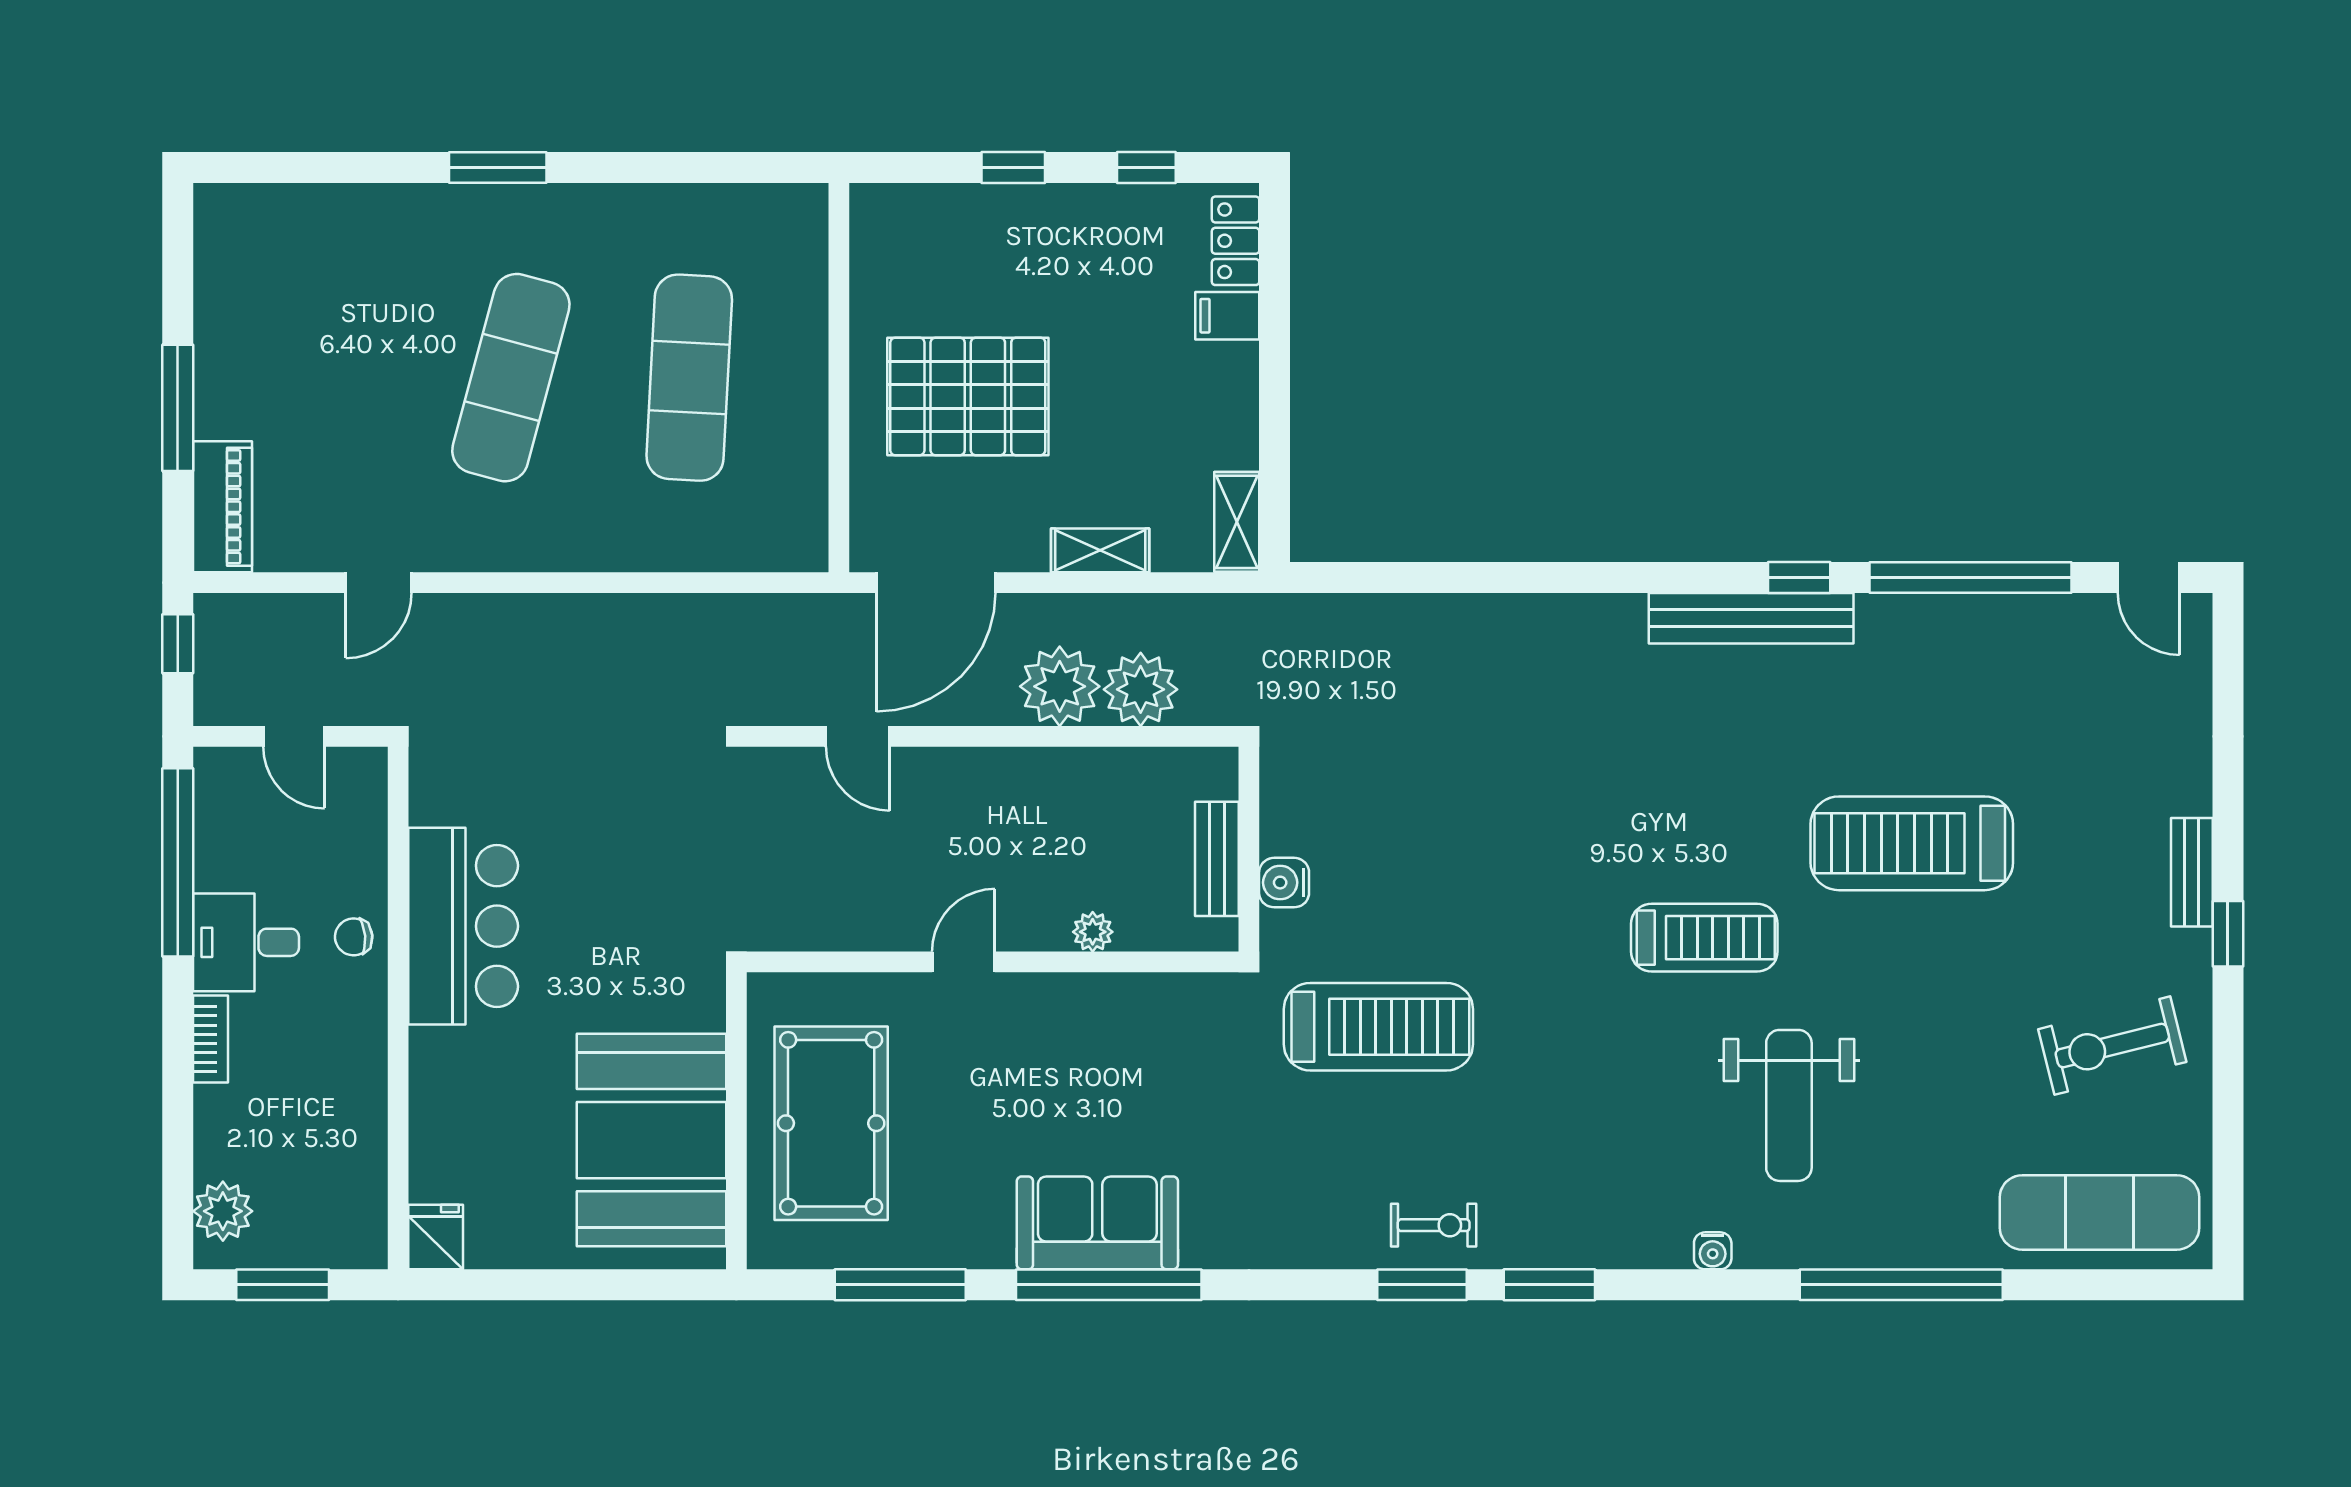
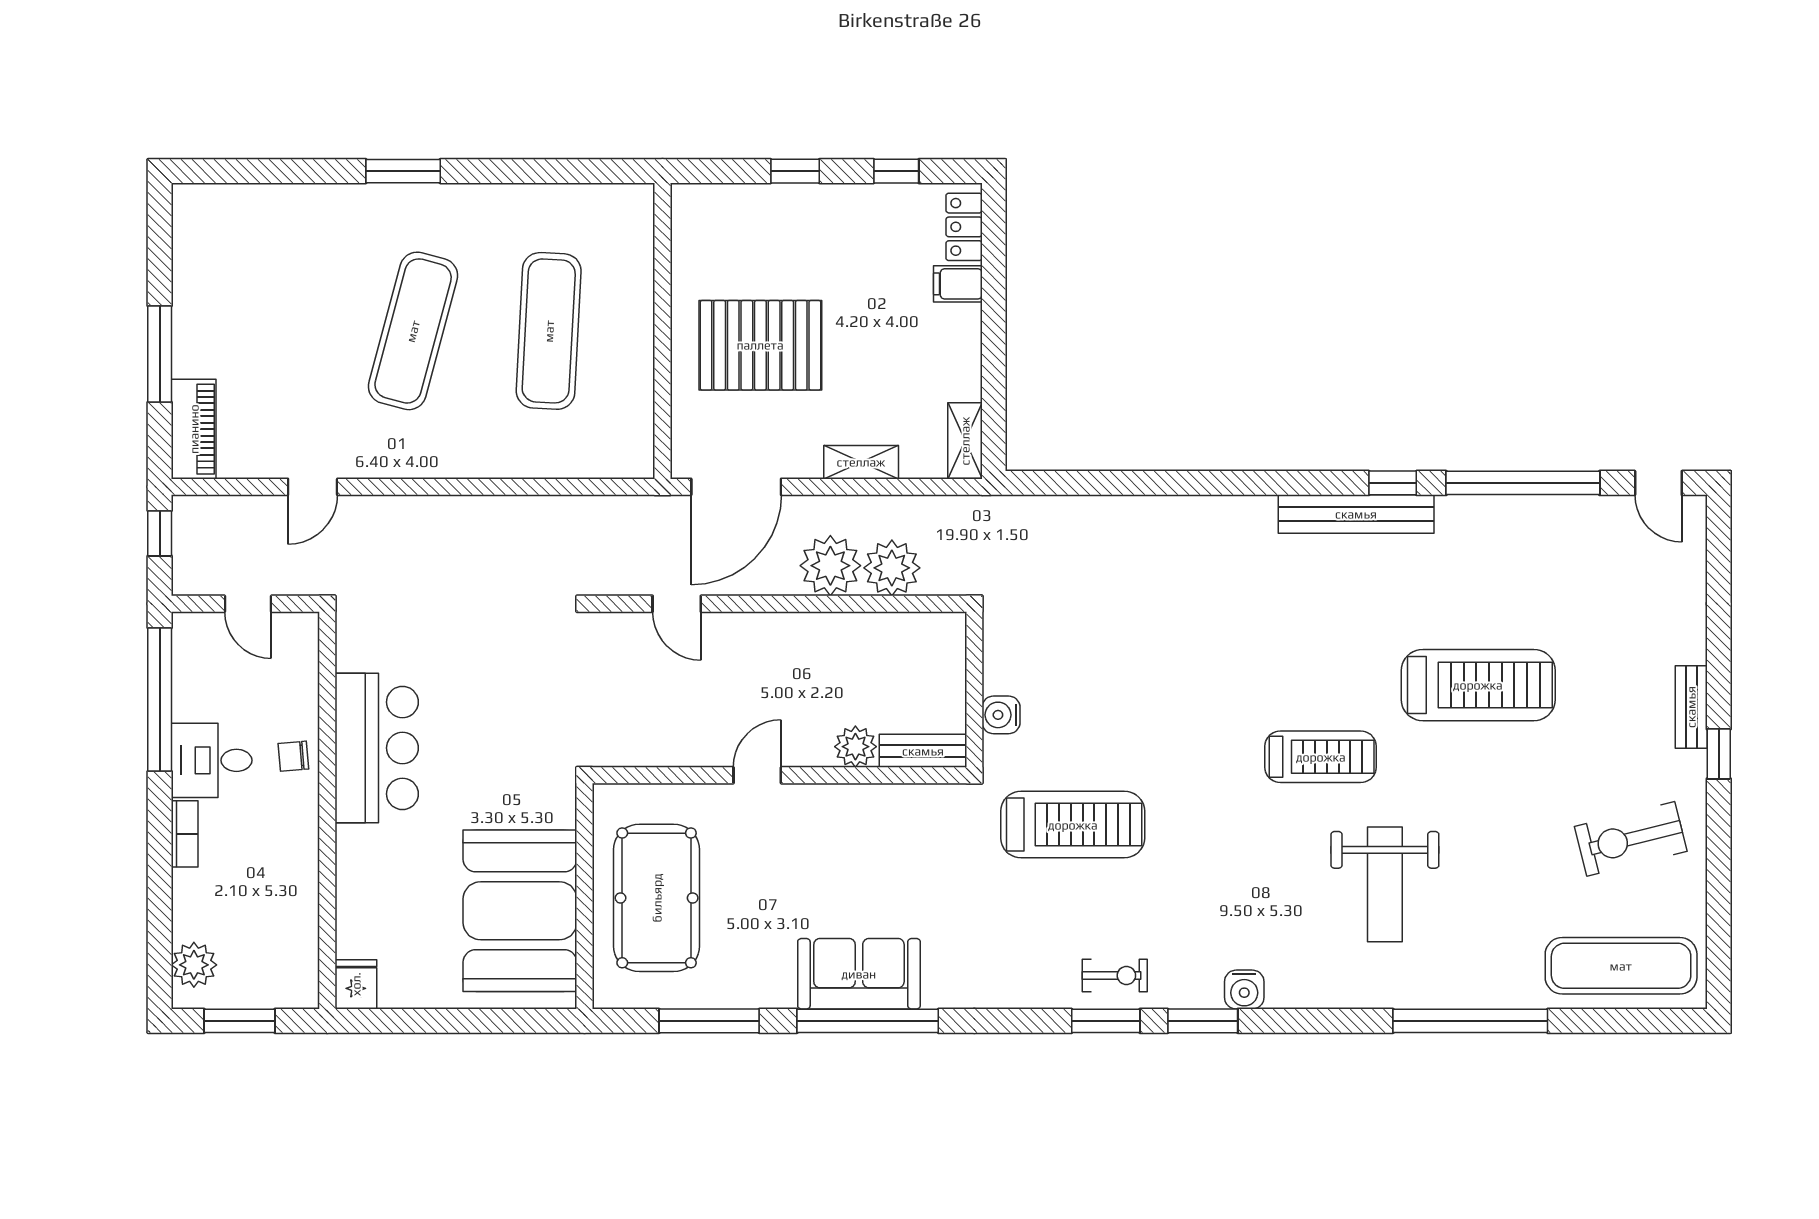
treadmill: (1912, 843) -> (1478, 685), turned 180
bench: (1217, 859) -> (923, 751), moved, turned 90
plant: (1093, 932) -> (855, 747), width x1.38, depth x1.38
water cooler: (1713, 1251) -> (1244, 990), moved, width x1.38, depth x1.38

